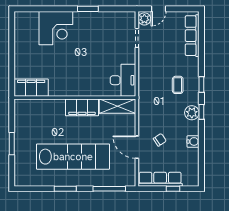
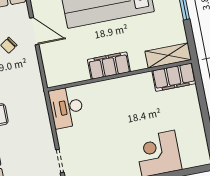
shelving: (118, 106) -> (168, 56), moved

